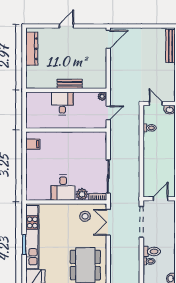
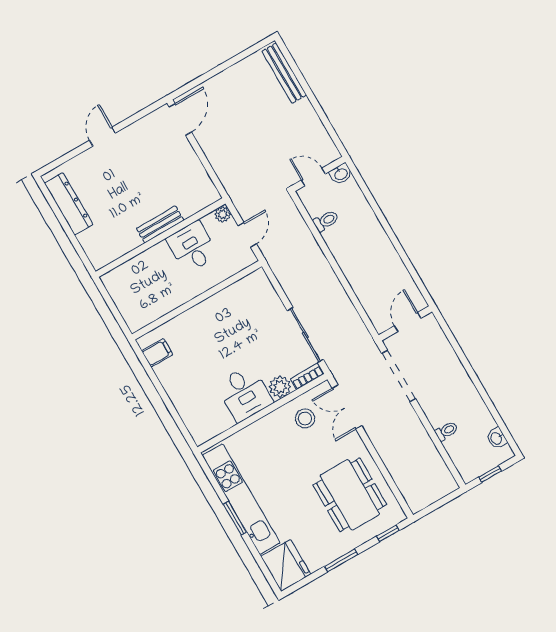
desk: (62, 103) -> (192, 247), moved
toilet: (152, 251) -> (442, 413), removed

